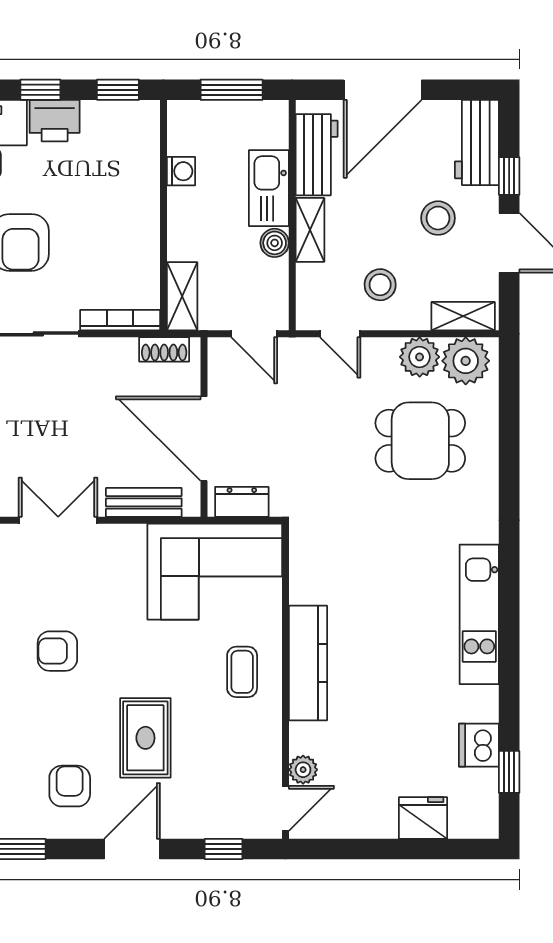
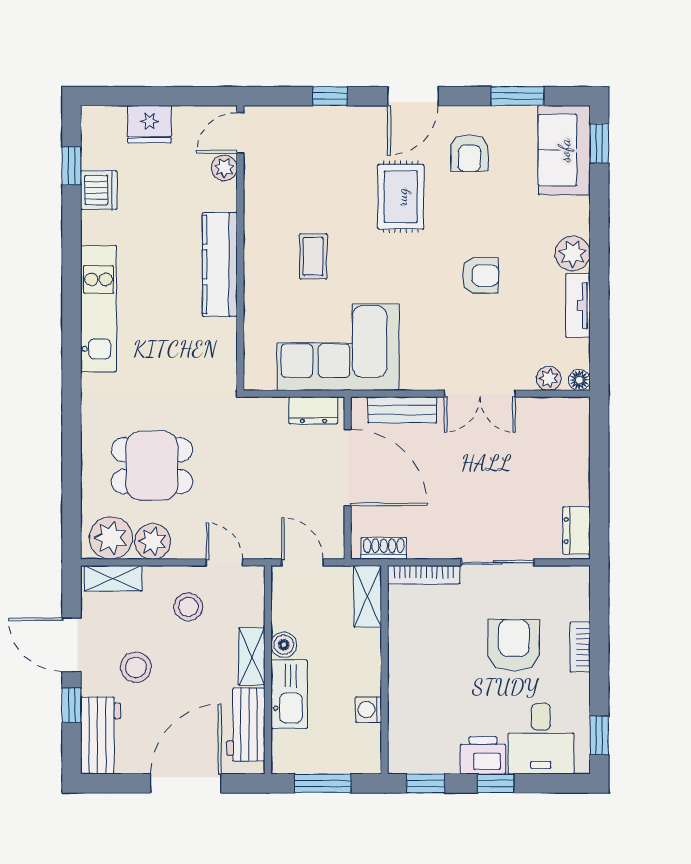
kitchen counter: (308, 663) -> (220, 264), moved
wall: (285, 681) -> (240, 248), moved
plant: (303, 770) -> (224, 168), moved
door: (285, 808) -> (240, 133), moved

